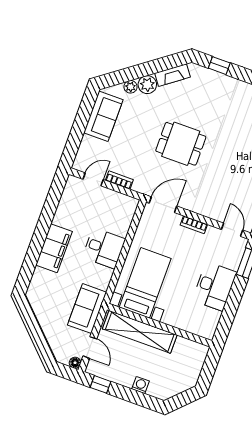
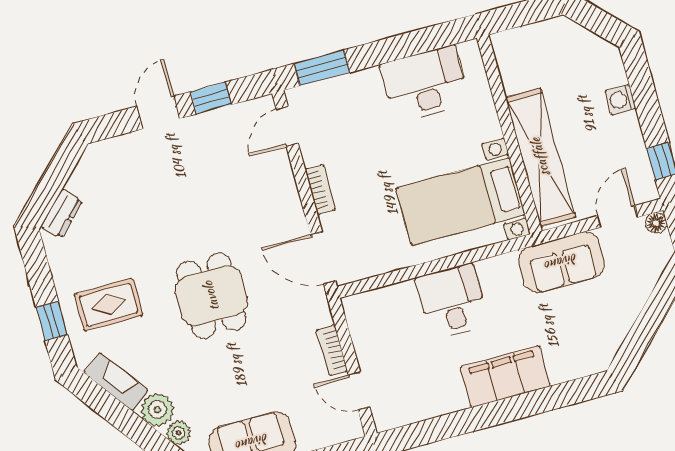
rug: (209, 96) -> (109, 305), added
desk: (214, 286) -> (425, 84), moved

